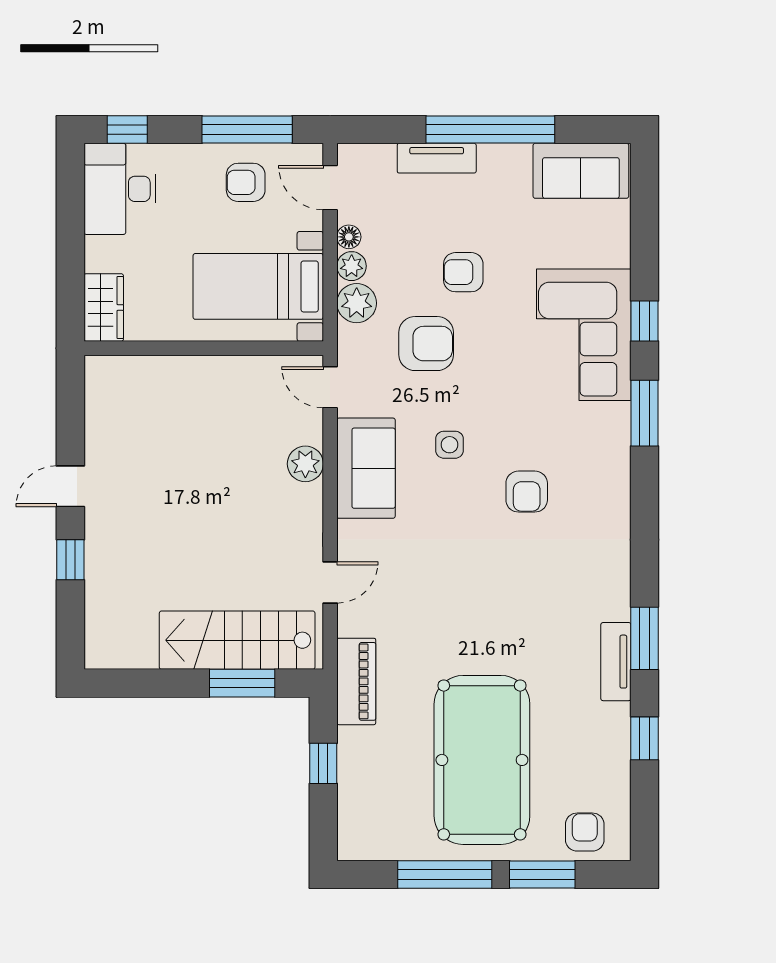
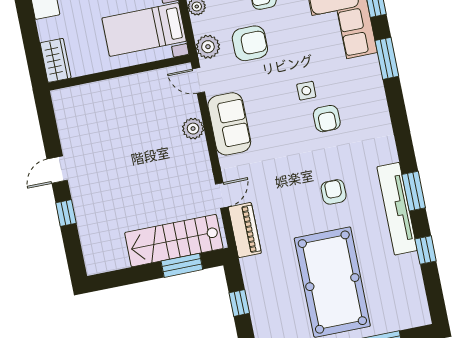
plant: (357, 303) -> (208, 47), moved
side table: (450, 445) -> (306, 91), moved
tv unit: (616, 662) -> (397, 209), width x1.92, depth x1.29
piano: (356, 681) -> (245, 230), moved
armchair: (585, 832) -> (334, 192), moved

